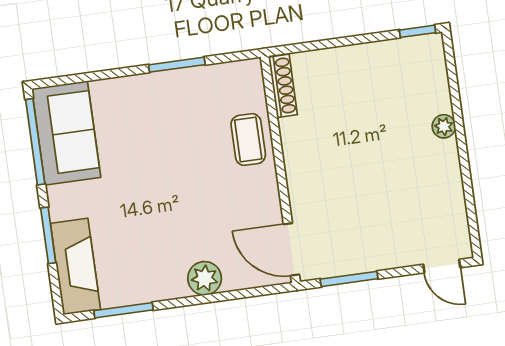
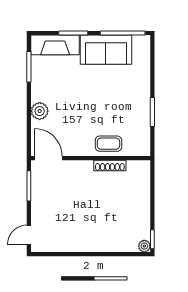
shoe rack: (283, 86) -> (110, 166), moved
plant: (444, 126) -> (144, 246), moved
sofa: (66, 133) -> (106, 50), moved
door: (291, 249) -> (48, 158), hinge flipped

